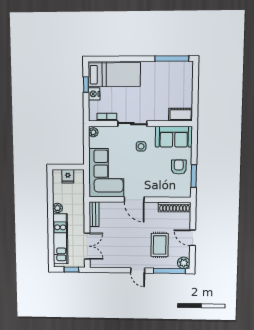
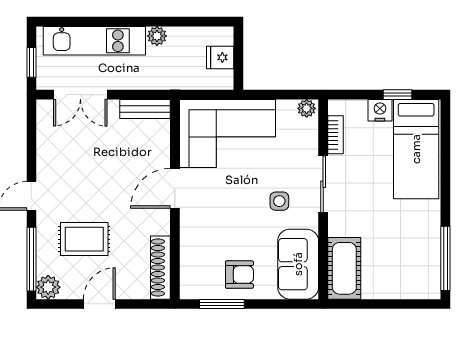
cot: (181, 115) -> (344, 268), width x1.37, depth x1.34

